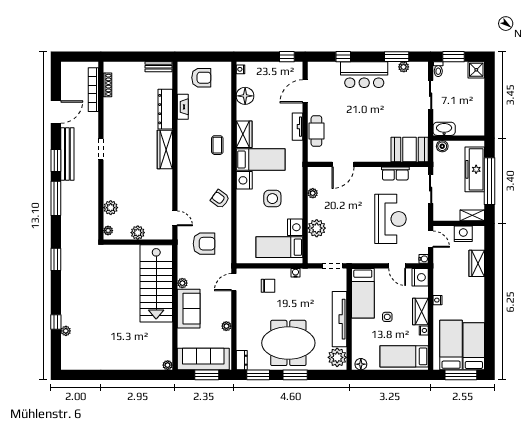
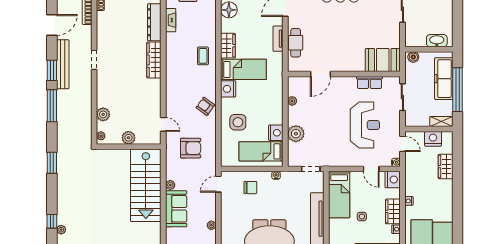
washbasin: (444, 129) -> (437, 41), moved
side table: (272, 199) -> (238, 122), moved

